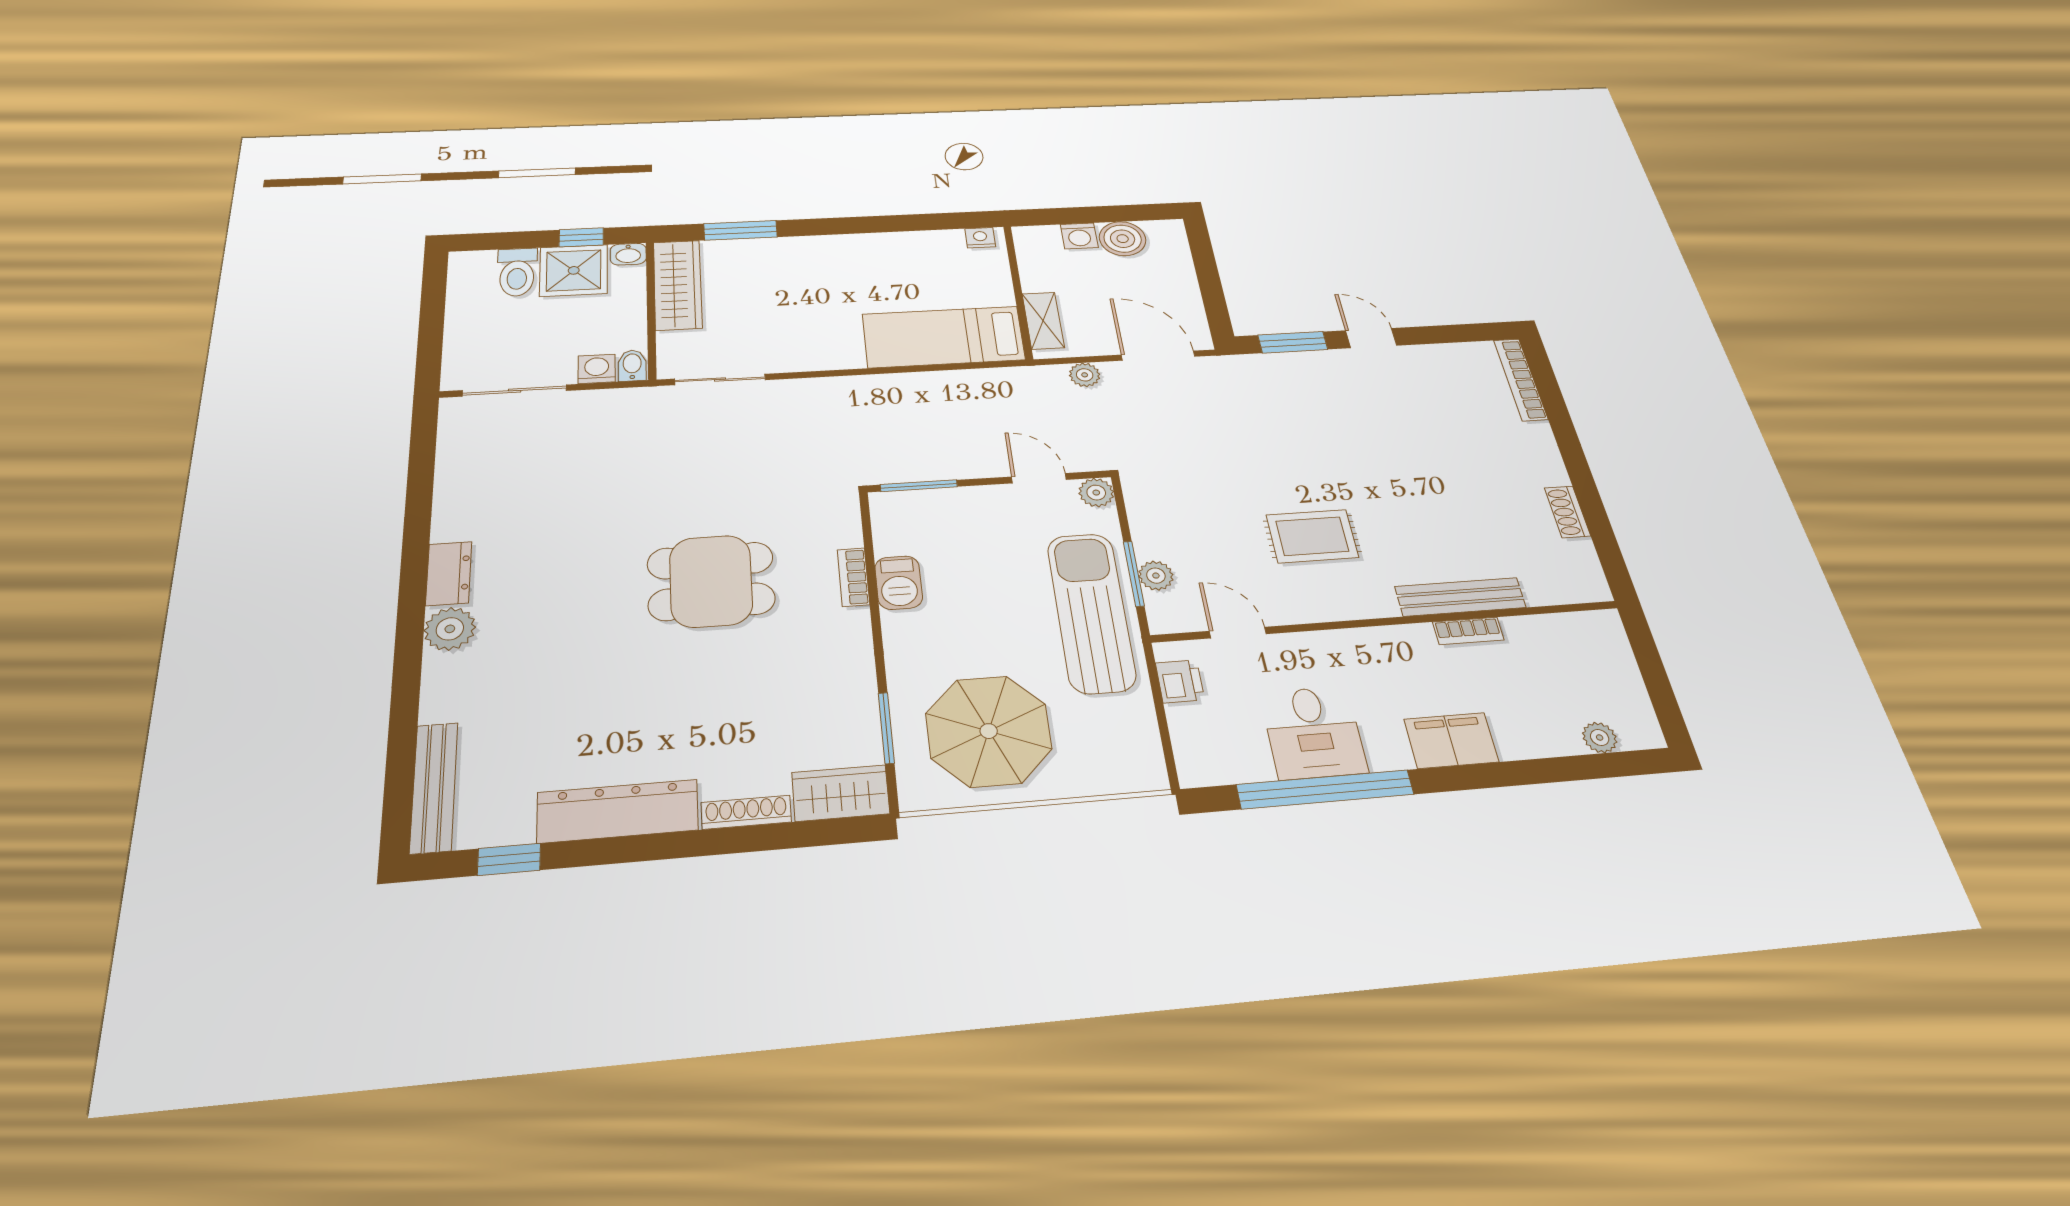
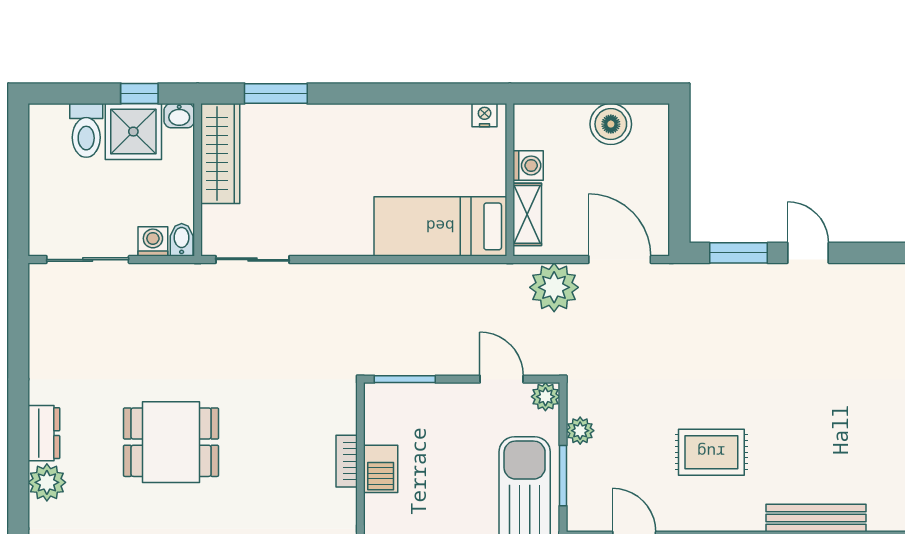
washing machine: (1079, 236) -> (528, 165), moved, turned -90
plant: (1085, 375) -> (554, 287), width x1.87, depth x1.87
plant: (1156, 576) -> (580, 431), moved
dining table: (711, 581) -> (171, 442), moved

